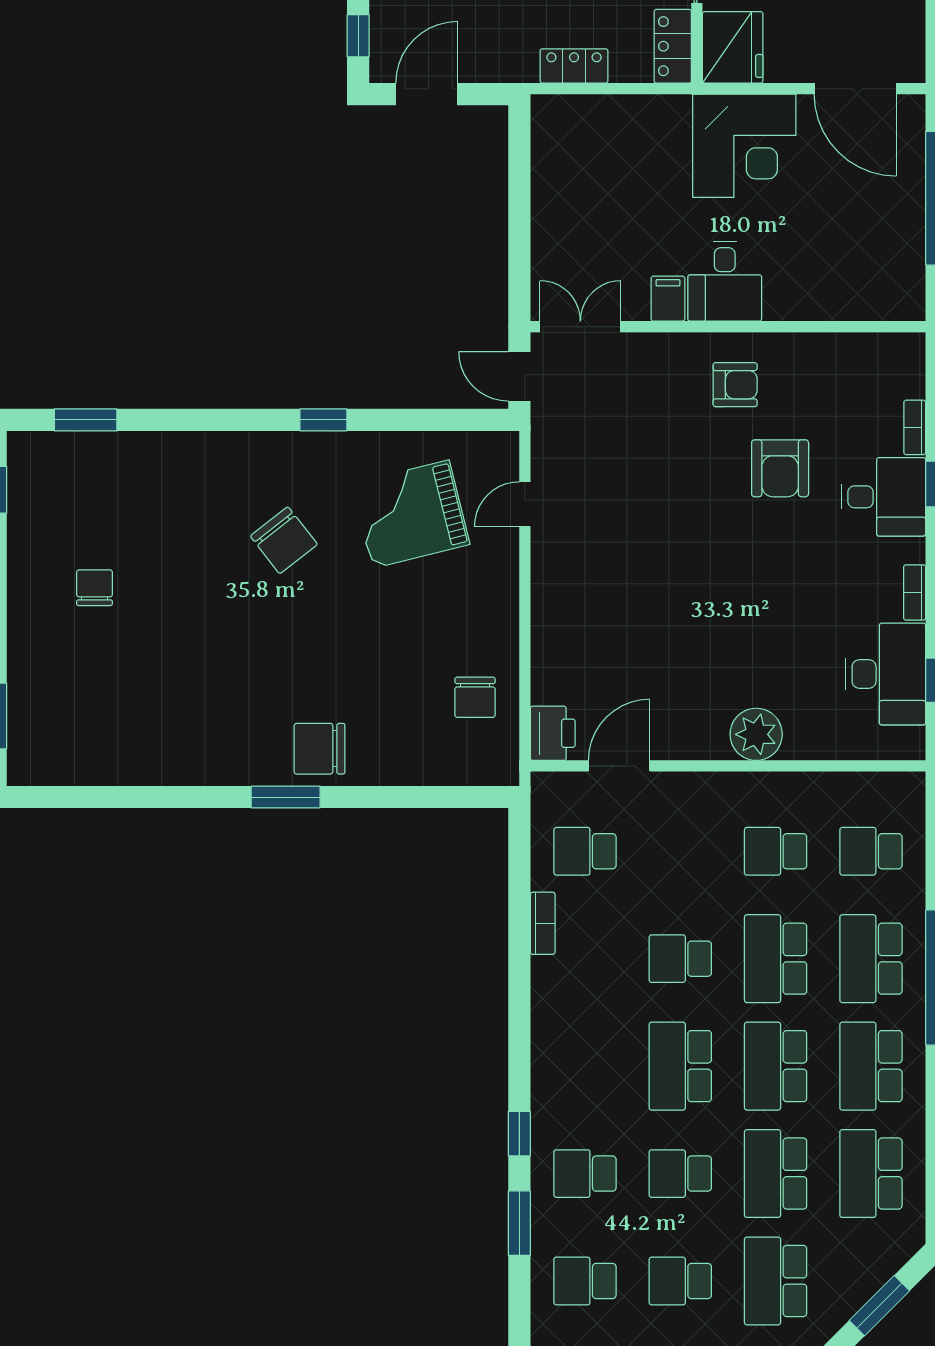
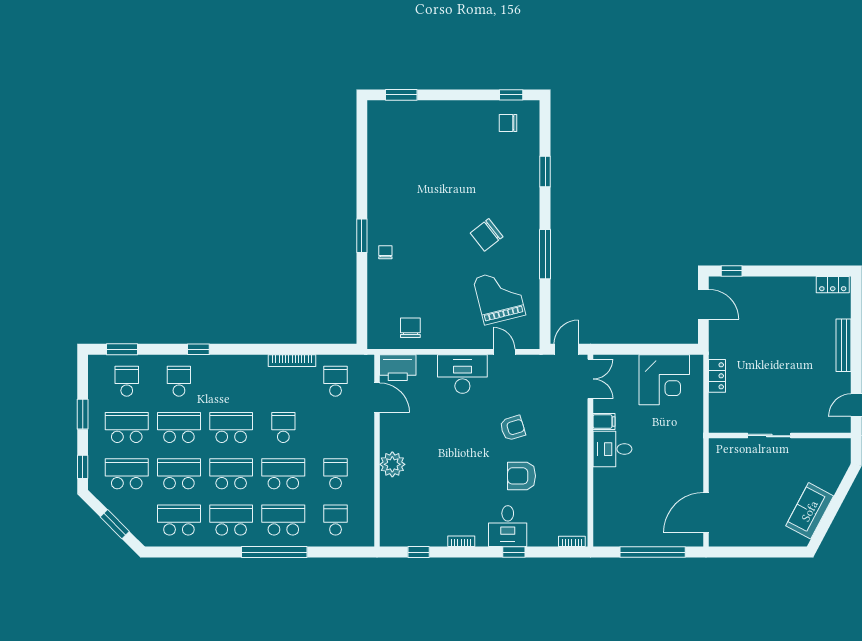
locker: (673, 46) -> (727, 424), removed
fridge: (733, 47) -> (726, 453), removed
corner desk: (744, 146) -> (664, 380), moved, turned -90
armchair: (735, 385) -> (513, 428), moved, turned -107
window: (86, 420) -> (545, 172), moved
window: (323, 420) -> (545, 254), width x2.17
bookcase: (915, 427) -> (572, 541), moved
chair: (94, 588) -> (508, 123), moved, turned 180
desk: (886, 674) -> (462, 374), moved, turned 180
chair: (475, 697) -> (410, 328), turned 90
printer: (553, 733) -> (398, 368), width x1.37, depth x1.19
chair: (320, 749) -> (385, 252), width x0.54, depth x0.54
bookcase: (543, 923) -> (292, 361), width x1.56
school desk: (680, 1174) -> (179, 427), width x1.85
window: (519, 1223) -> (122, 349), moved
school desk: (680, 1281) -> (127, 427), width x1.85

